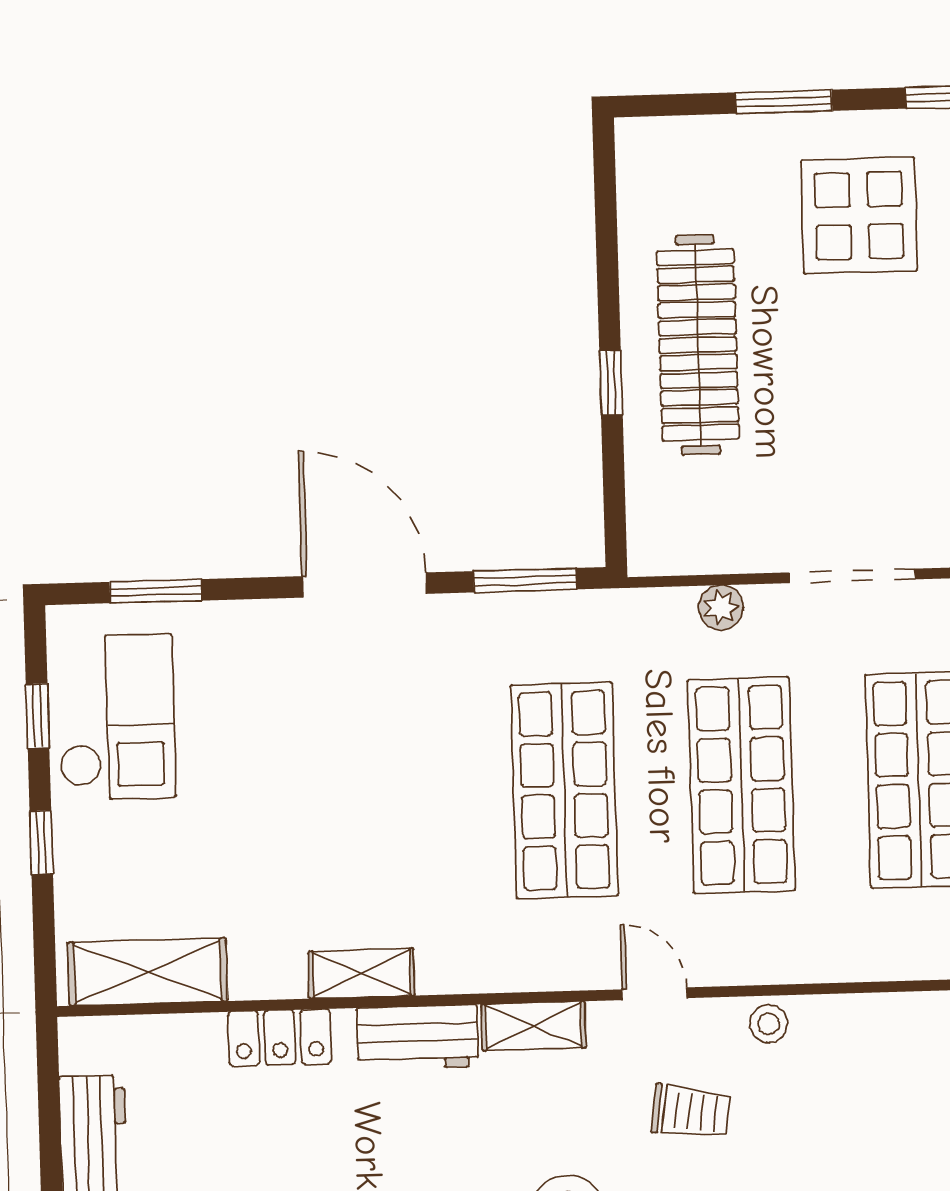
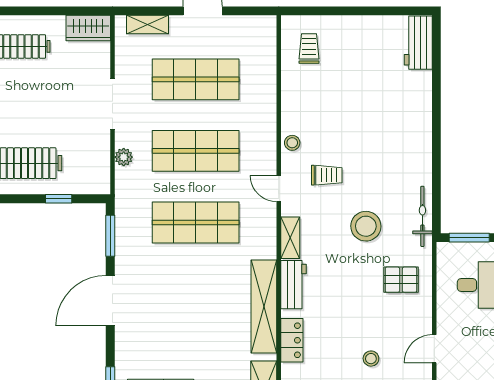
window: (611, 383) -> (59, 199), moved
shelving: (362, 973) -> (264, 306), width x2.20, depth x1.33
door: (654, 994) -> (279, 189), hinge flipped
trolley: (691, 1112) -> (327, 175), turned 82

